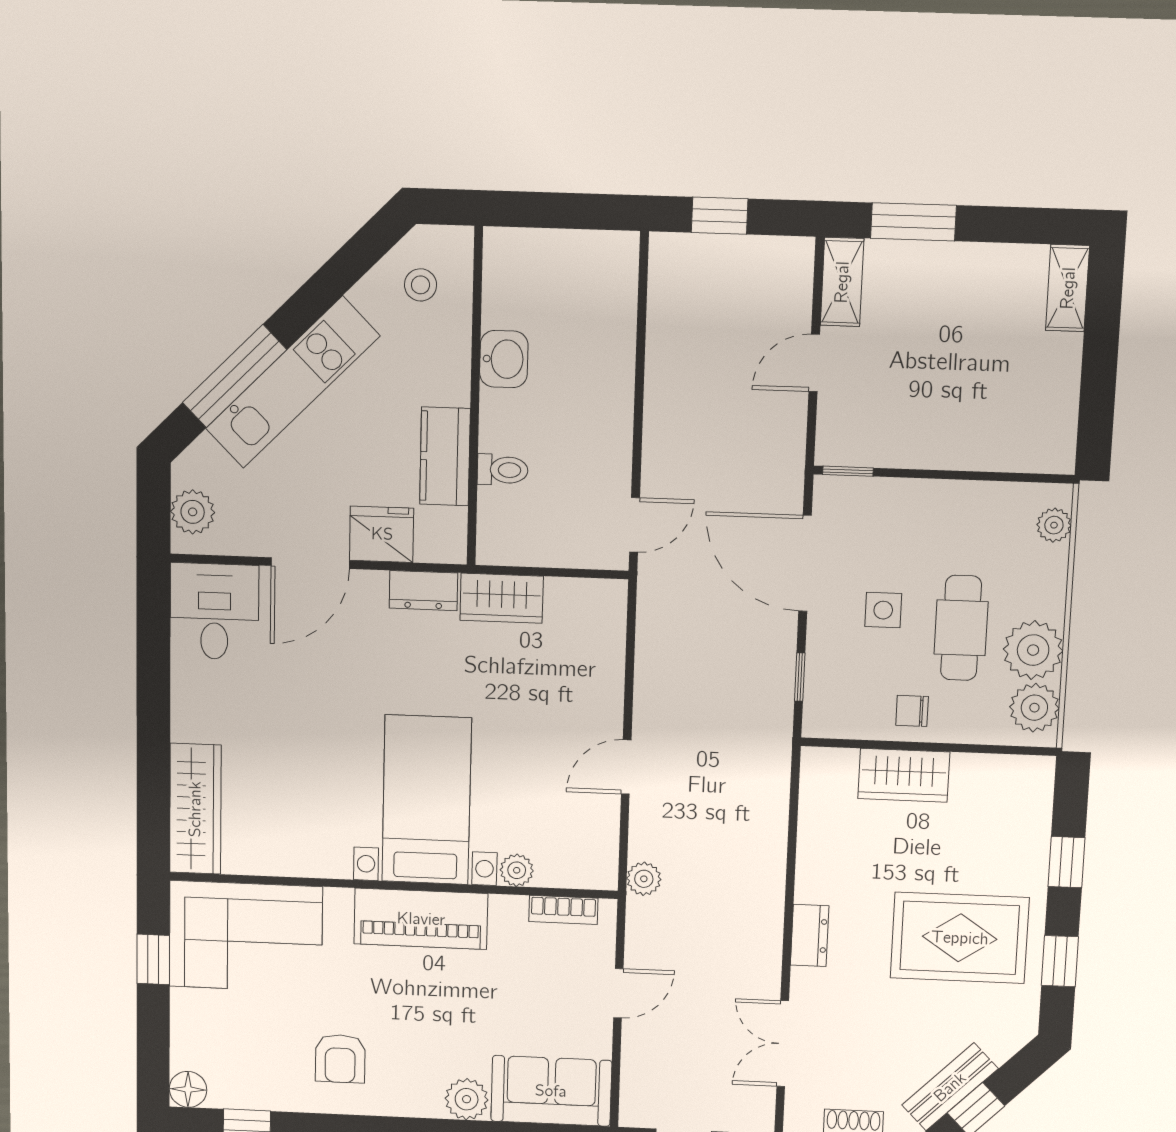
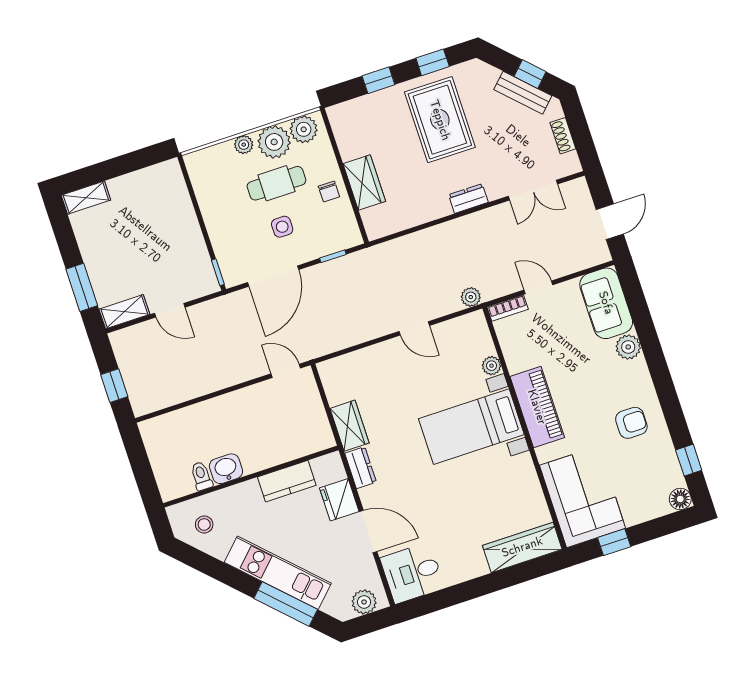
toilet: (503, 470) -> (201, 476), moved
plant: (1054, 525) -> (244, 145), moved
bookcase: (563, 910) -> (508, 308), moved, turned 90

